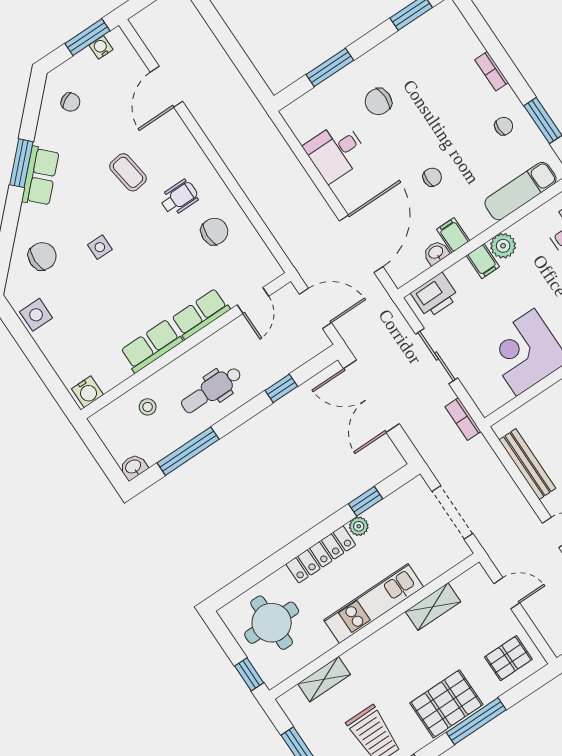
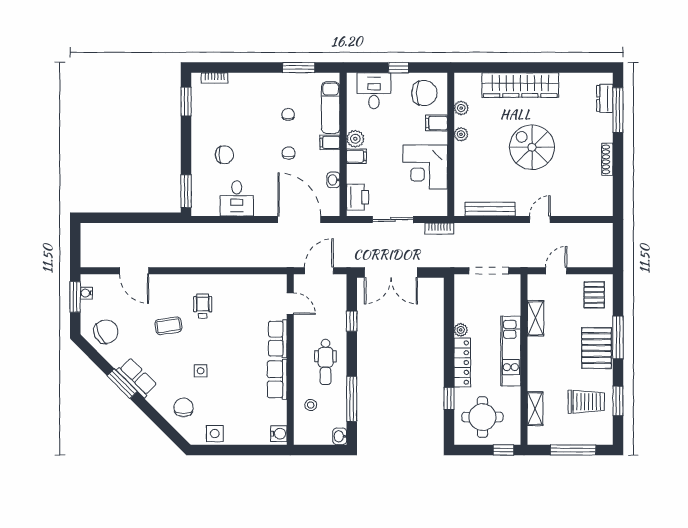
window: (330, 67) -> (186, 191), moved
bookcase: (492, 71) -> (215, 78), moved
chair: (70, 102) -> (106, 332), width x1.87, depth x1.87
chair: (378, 102) -> (224, 155), turned -90
chair: (504, 126) -> (288, 114), moved
chair: (214, 231) -> (236, 299), removed
filing cabinet: (453, 235) -> (330, 142), moved
window: (365, 501) -> (449, 398), moved

